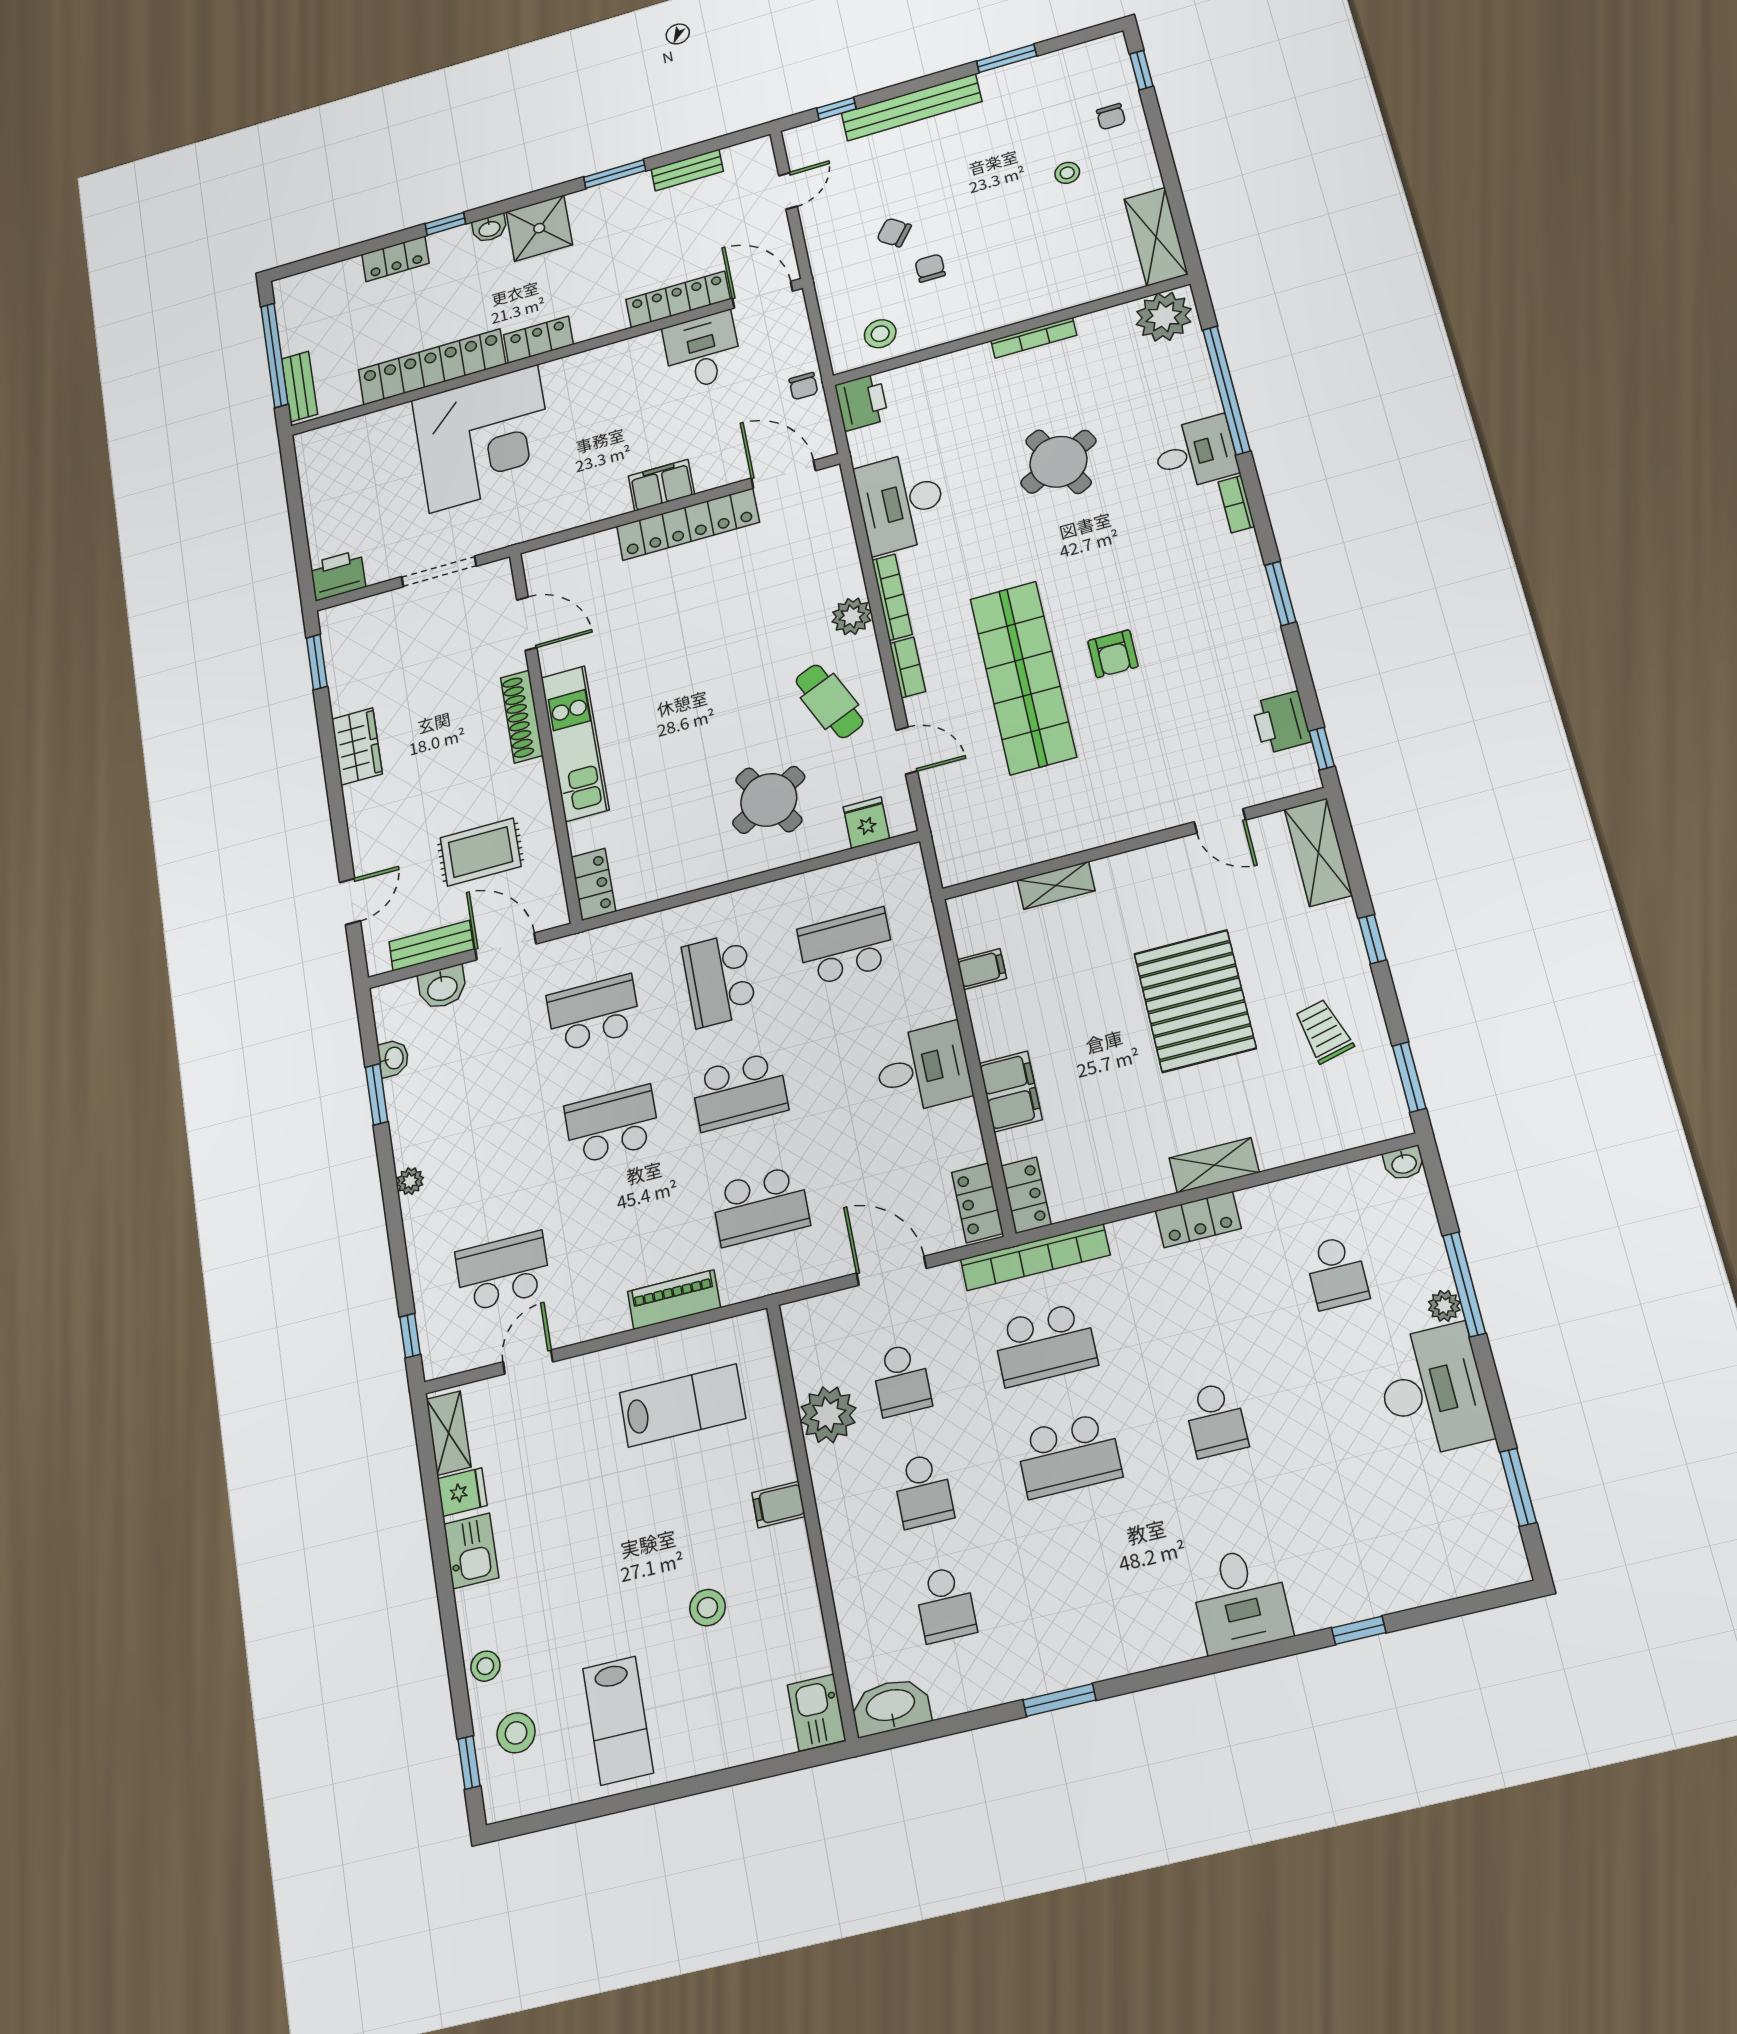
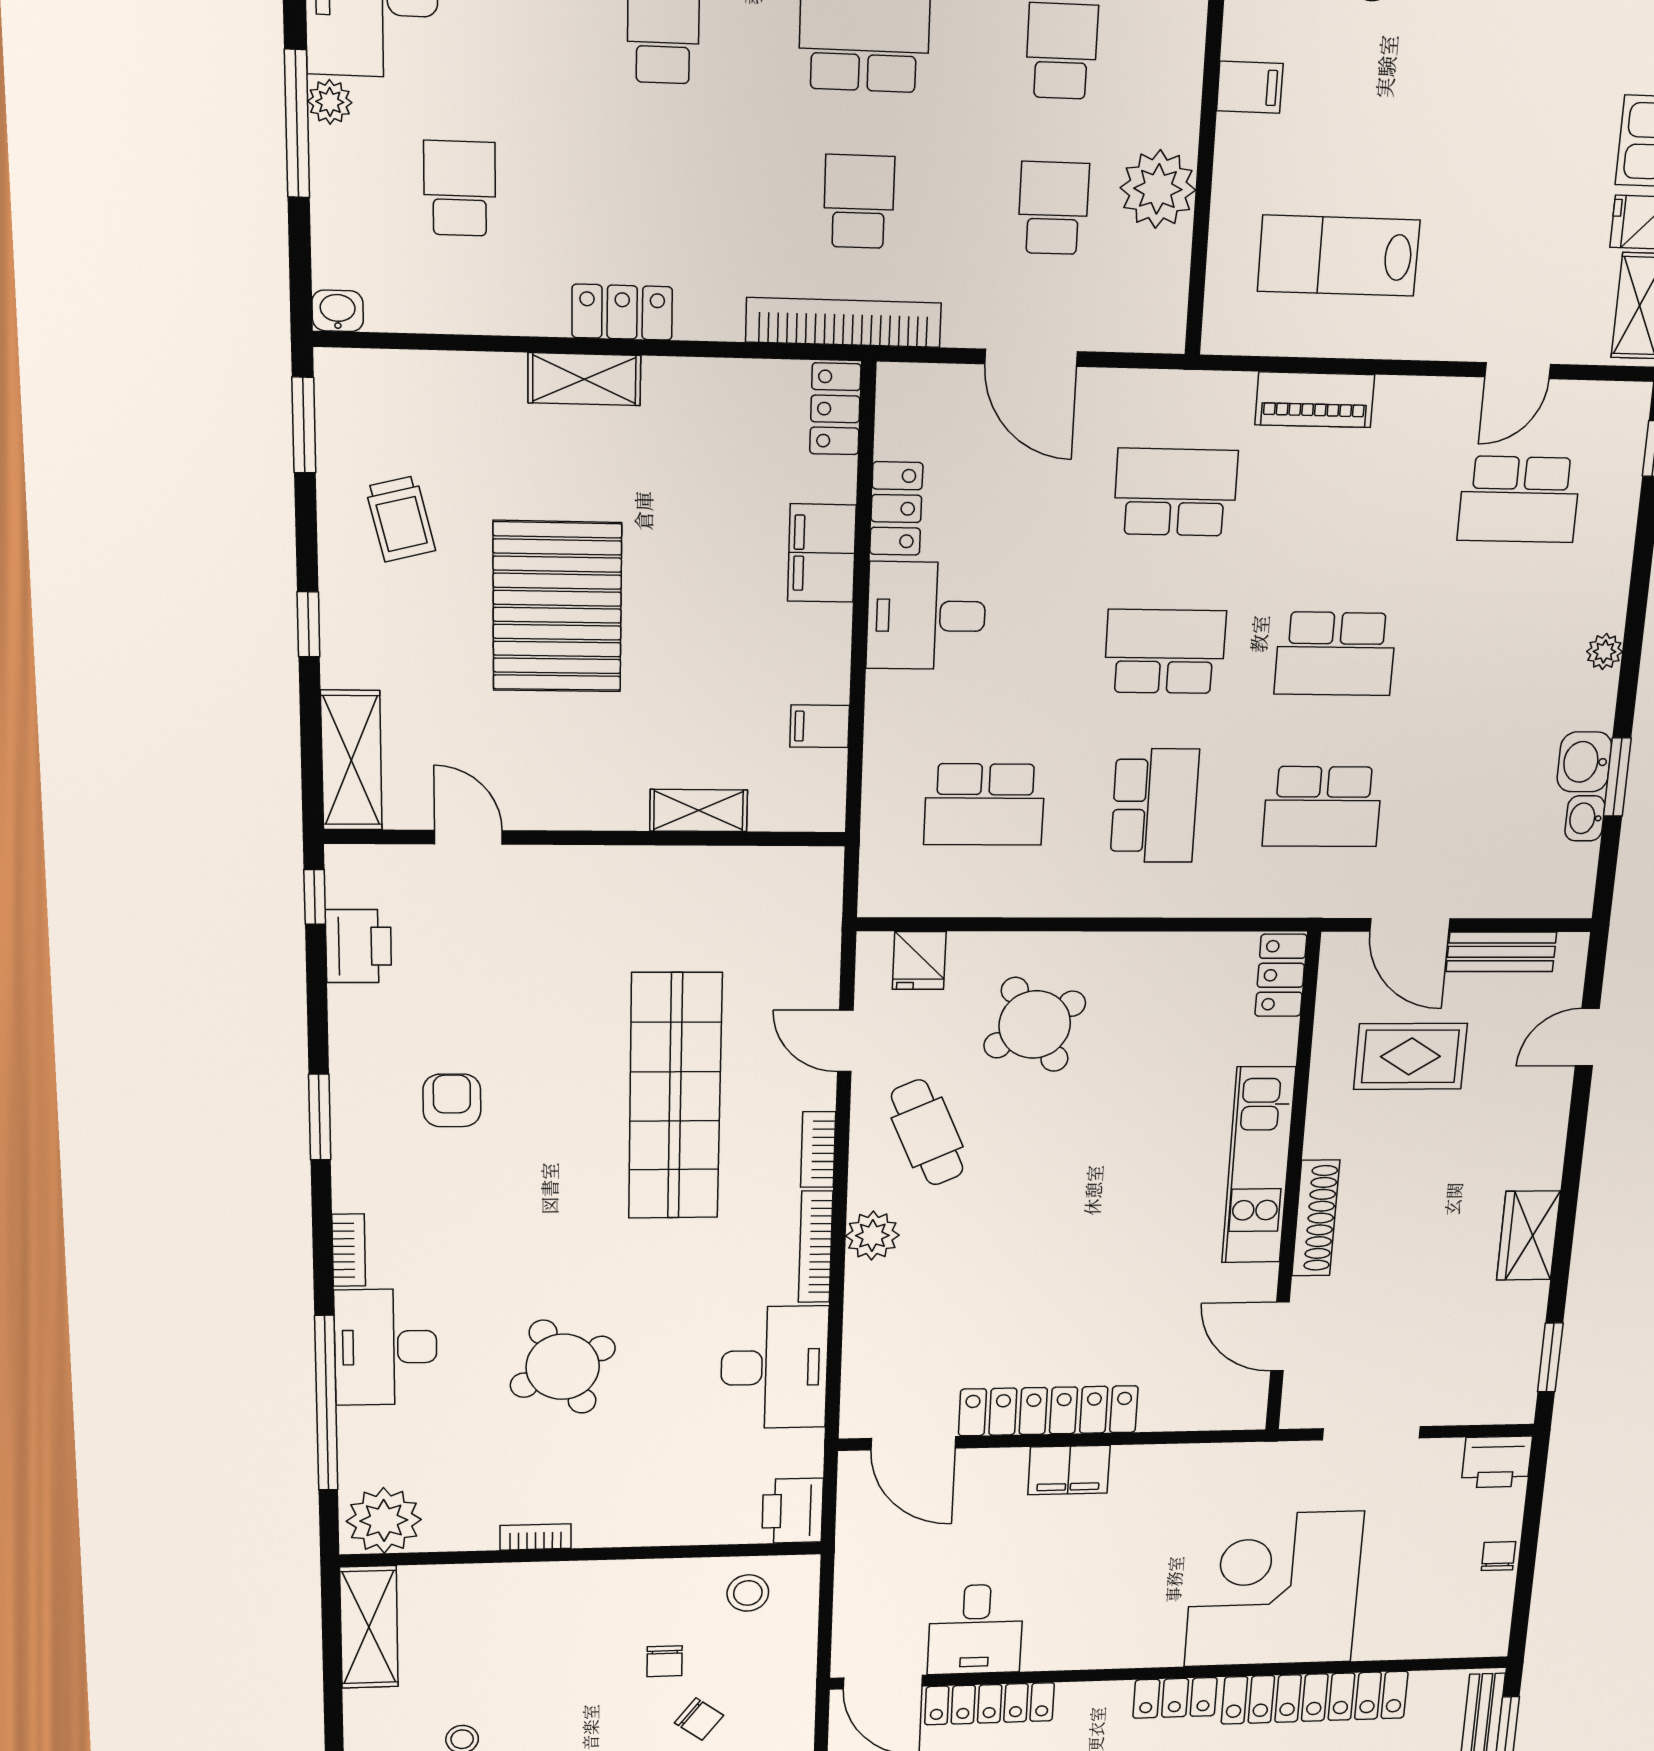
bookcase: (1034, 338) -> (536, 1537), width x0.64
chair: (803, 386) -> (1498, 1556), moved
desk: (1195, 453) -> (386, 1347), width x1.37
armchair: (1113, 654) -> (452, 1100), moved
washbasin: (442, 987) -> (1584, 762), moved, turned -90
locker: (977, 1203) -> (896, 508), moved
school desk: (1045, 1344) -> (859, 202), width x0.54

